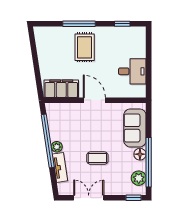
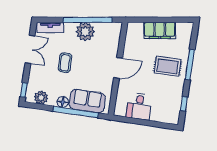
filing cabinet: (61, 89) -> (160, 30), moved, turned 81
plant: (57, 147) -> (85, 32), width x1.87, depth x1.87
window: (149, 162) -> (76, 112), moved
tv unit: (60, 167) -> (50, 27), moved

